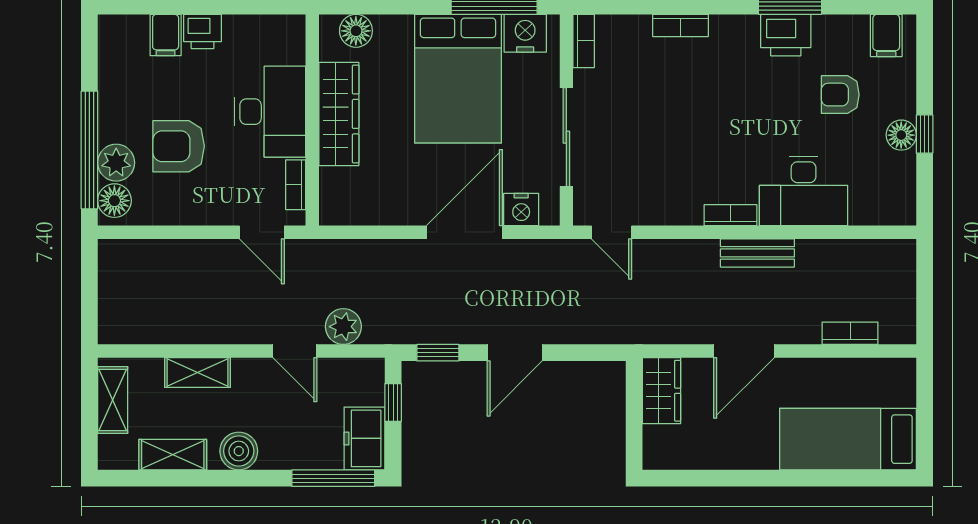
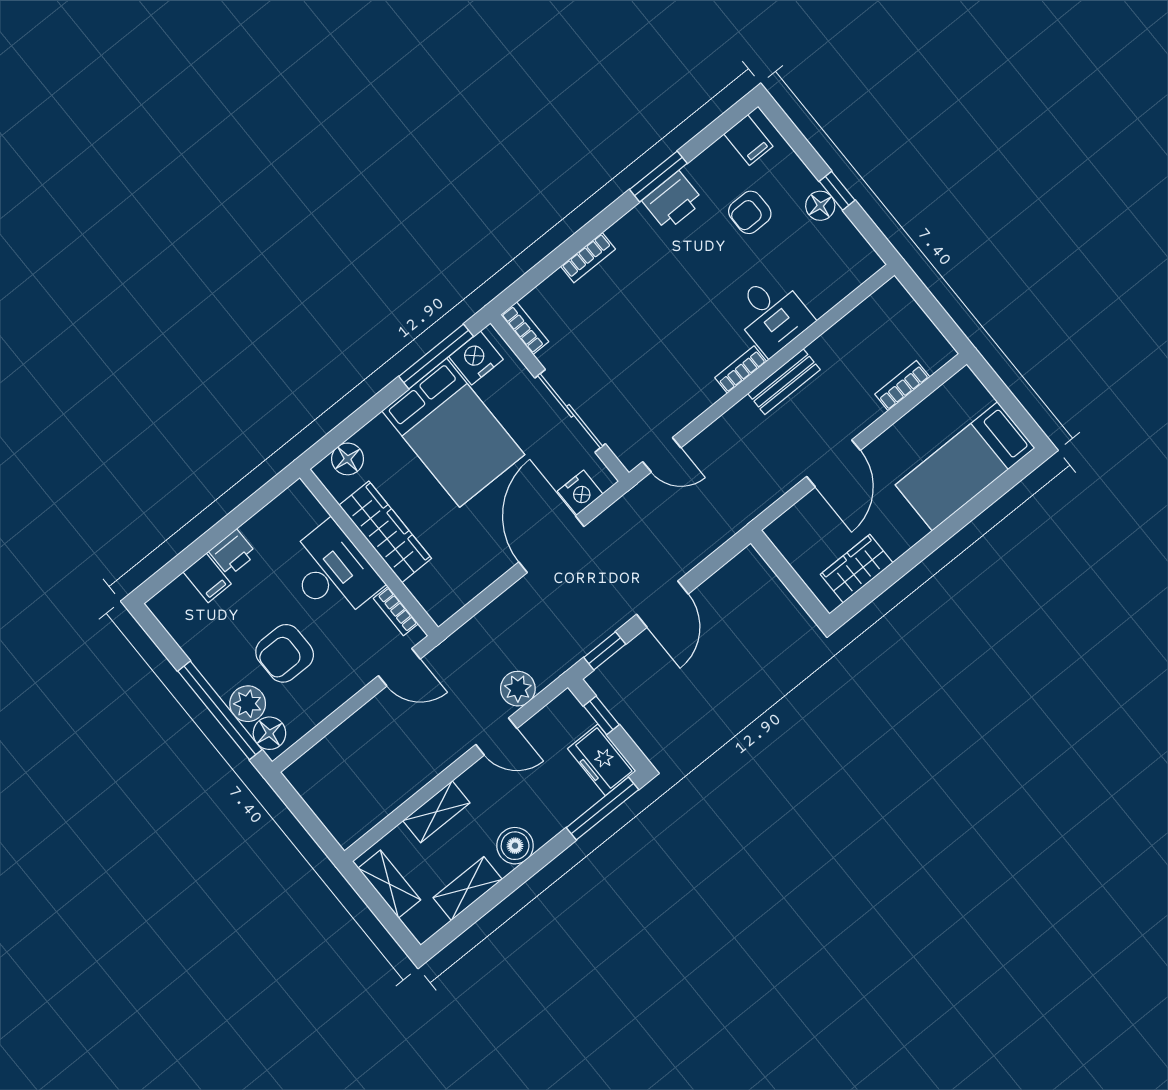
desk: (804, 191) -> (772, 314), width x0.73
wardrobe: (661, 391) -> (857, 569), moved, turned -90

